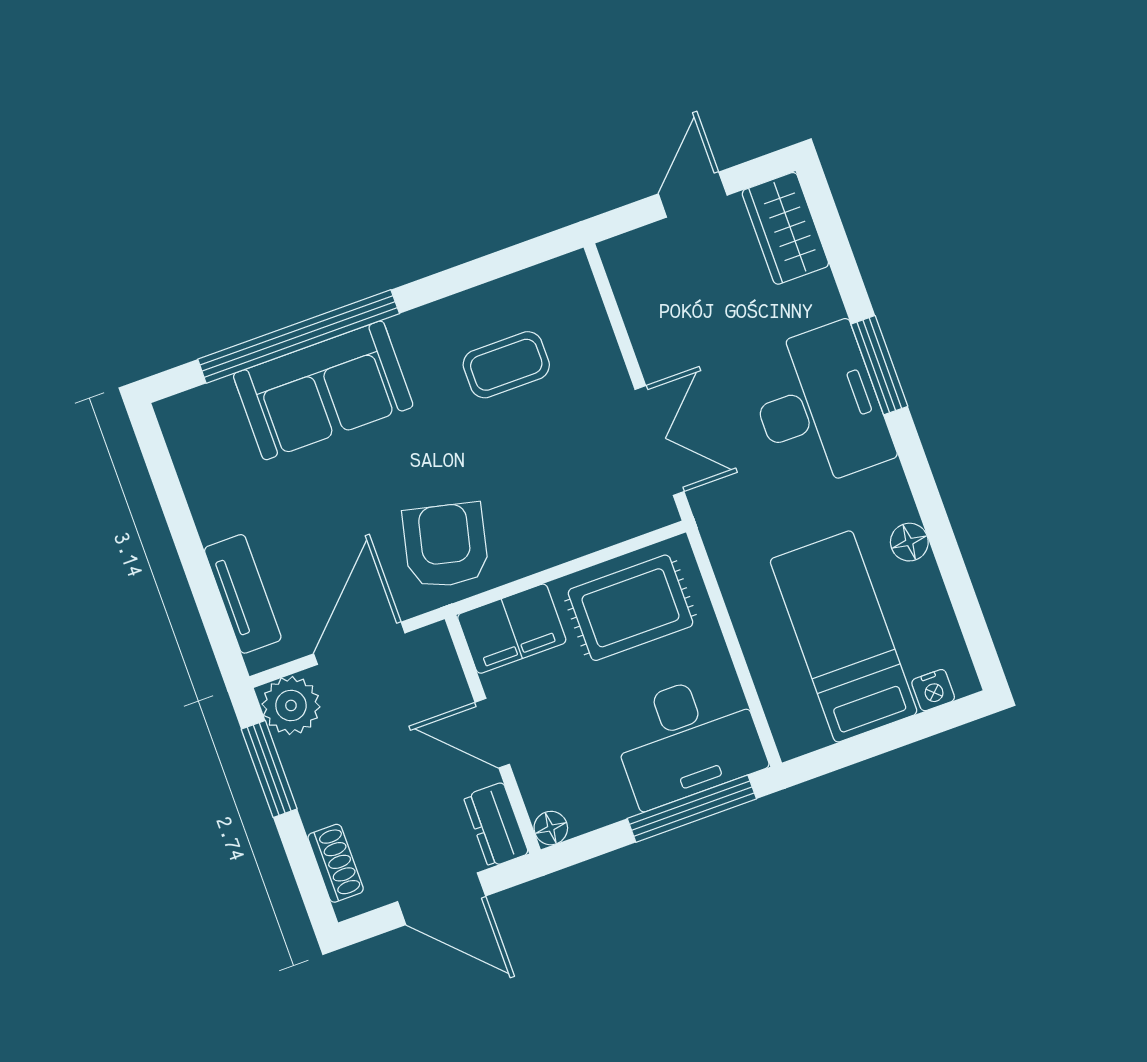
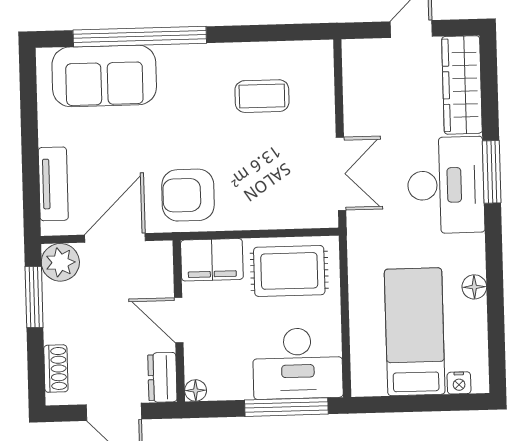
wardrobe: (785, 228) -> (462, 85), width x1.50
sofa: (323, 390) -> (104, 76), moved
armchair: (446, 545) -> (188, 195), turned -103

